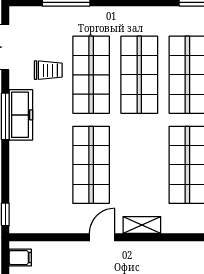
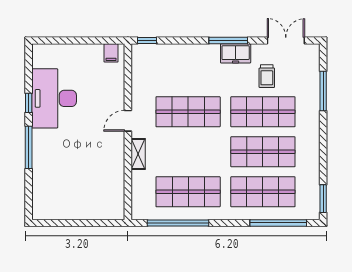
freezer: (21, 115) -> (236, 53), width x0.71
door: (102, 237) -> (128, 121), swing flipped

